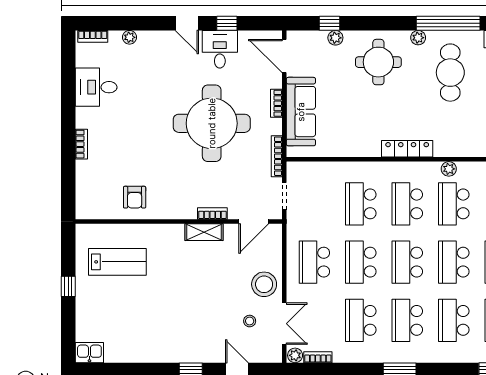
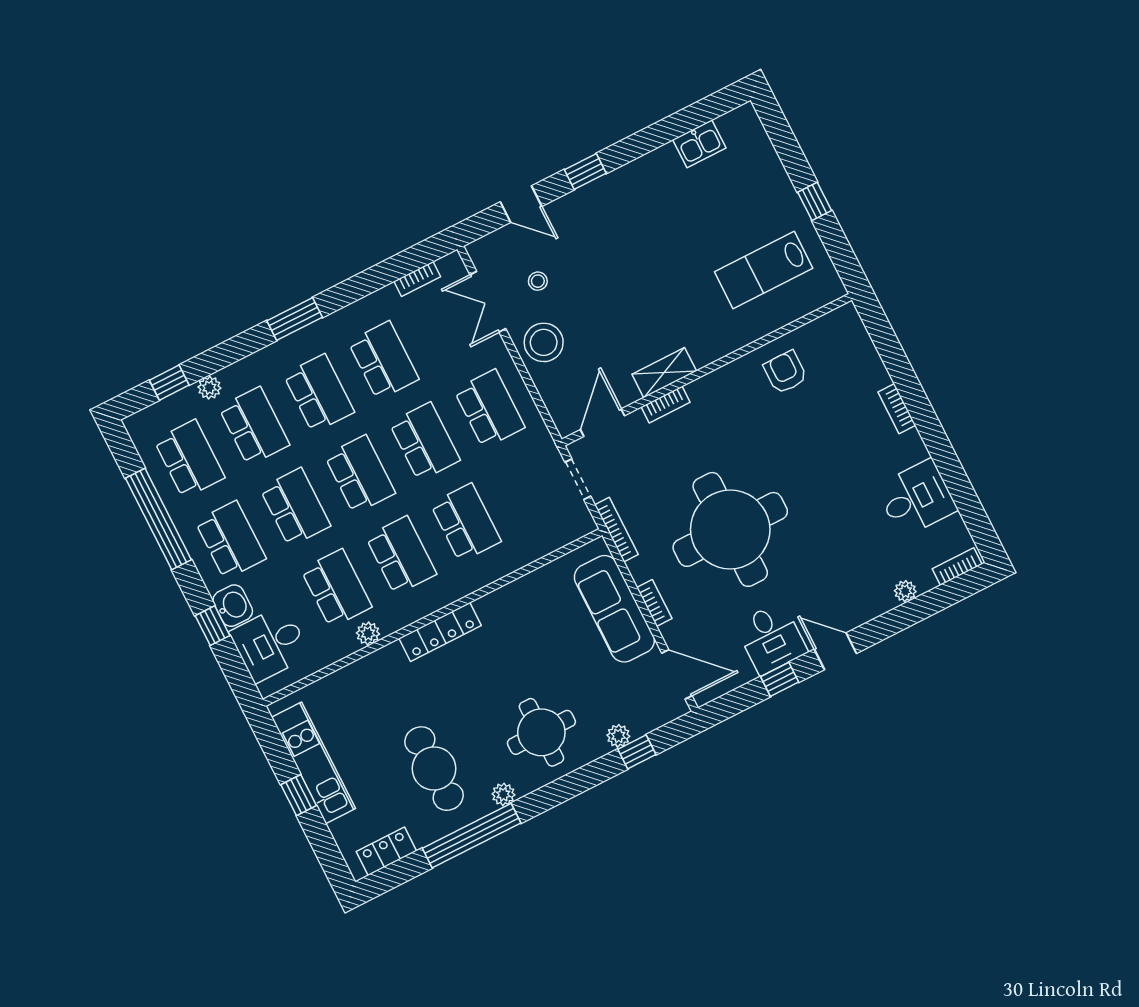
kitchen sink: (89, 353) -> (699, 144), moved
plant: (295, 355) -> (209, 388), moved

